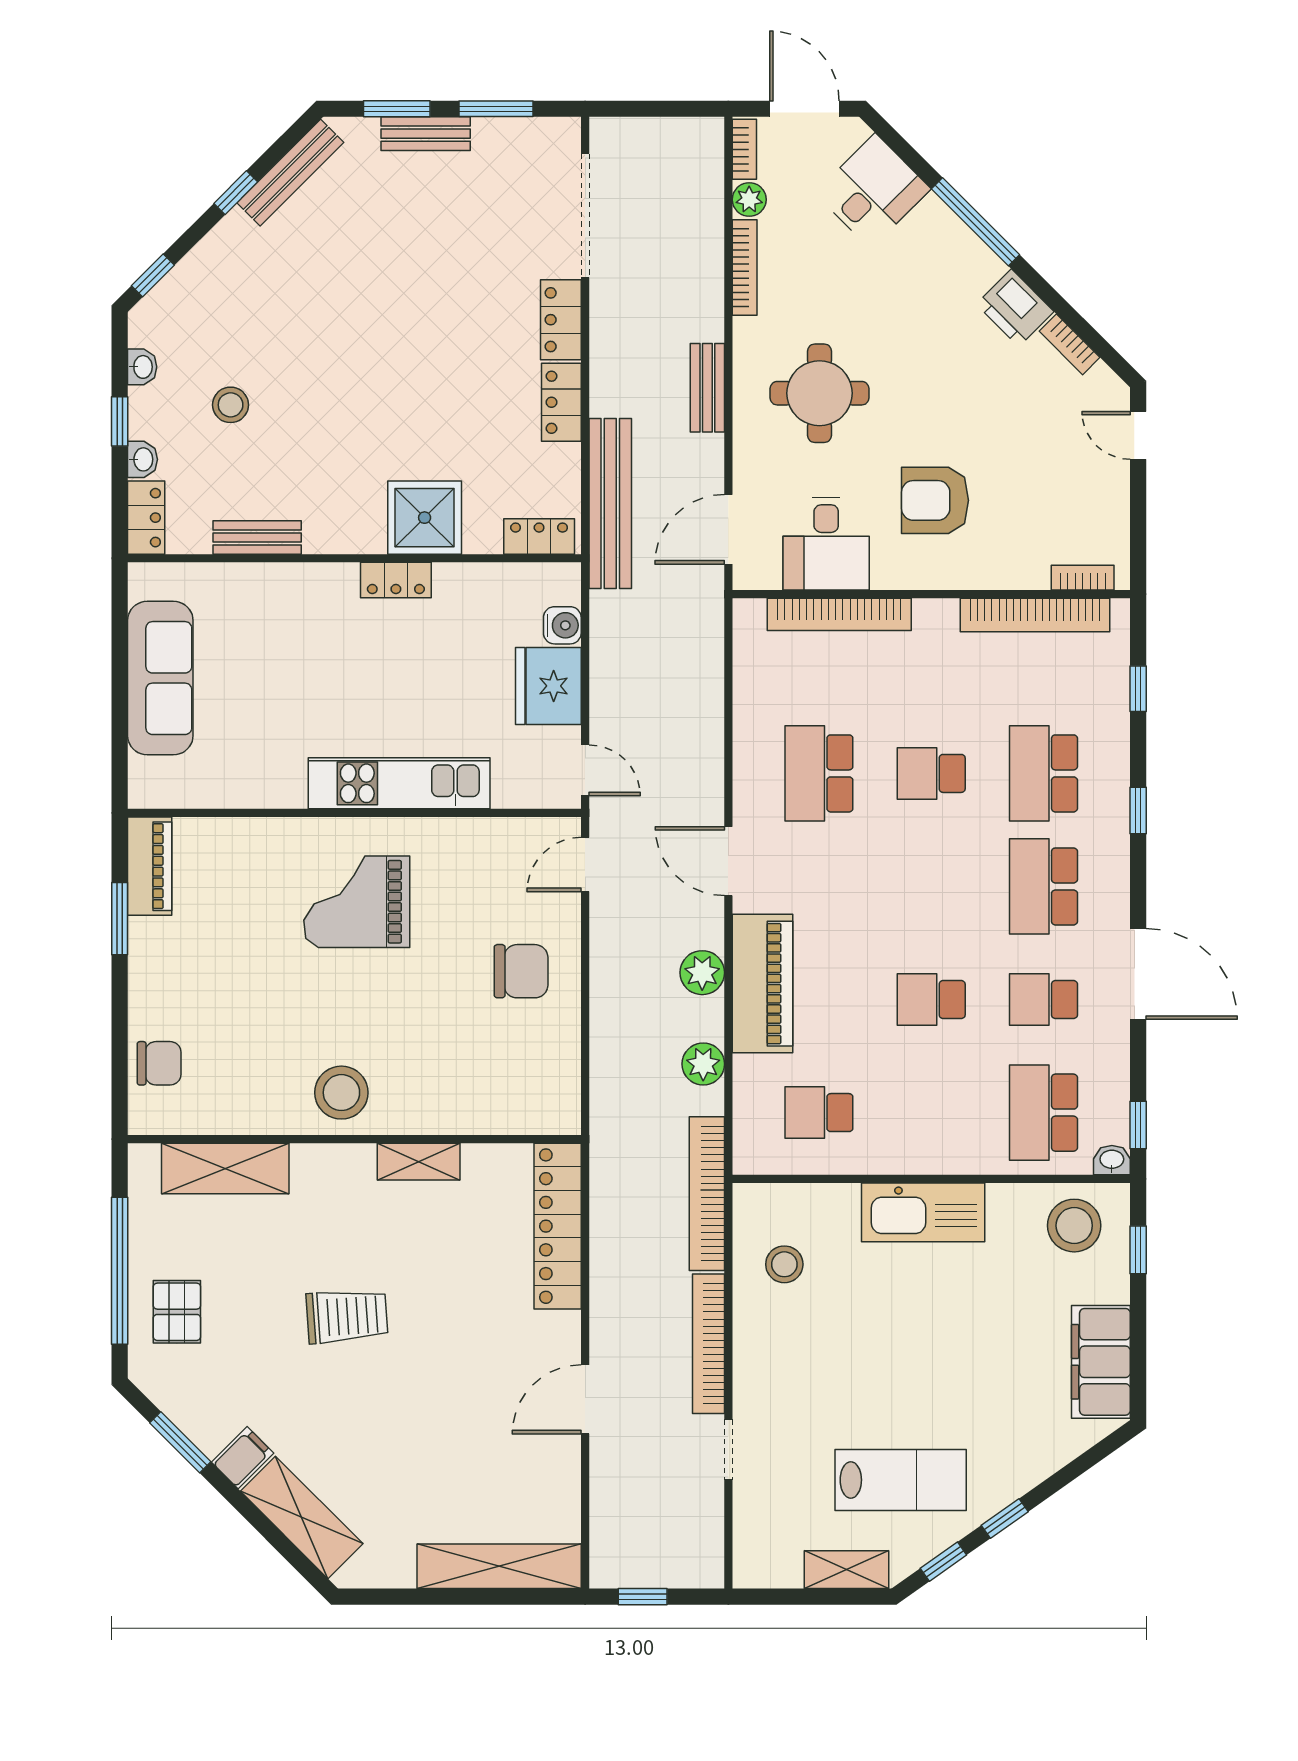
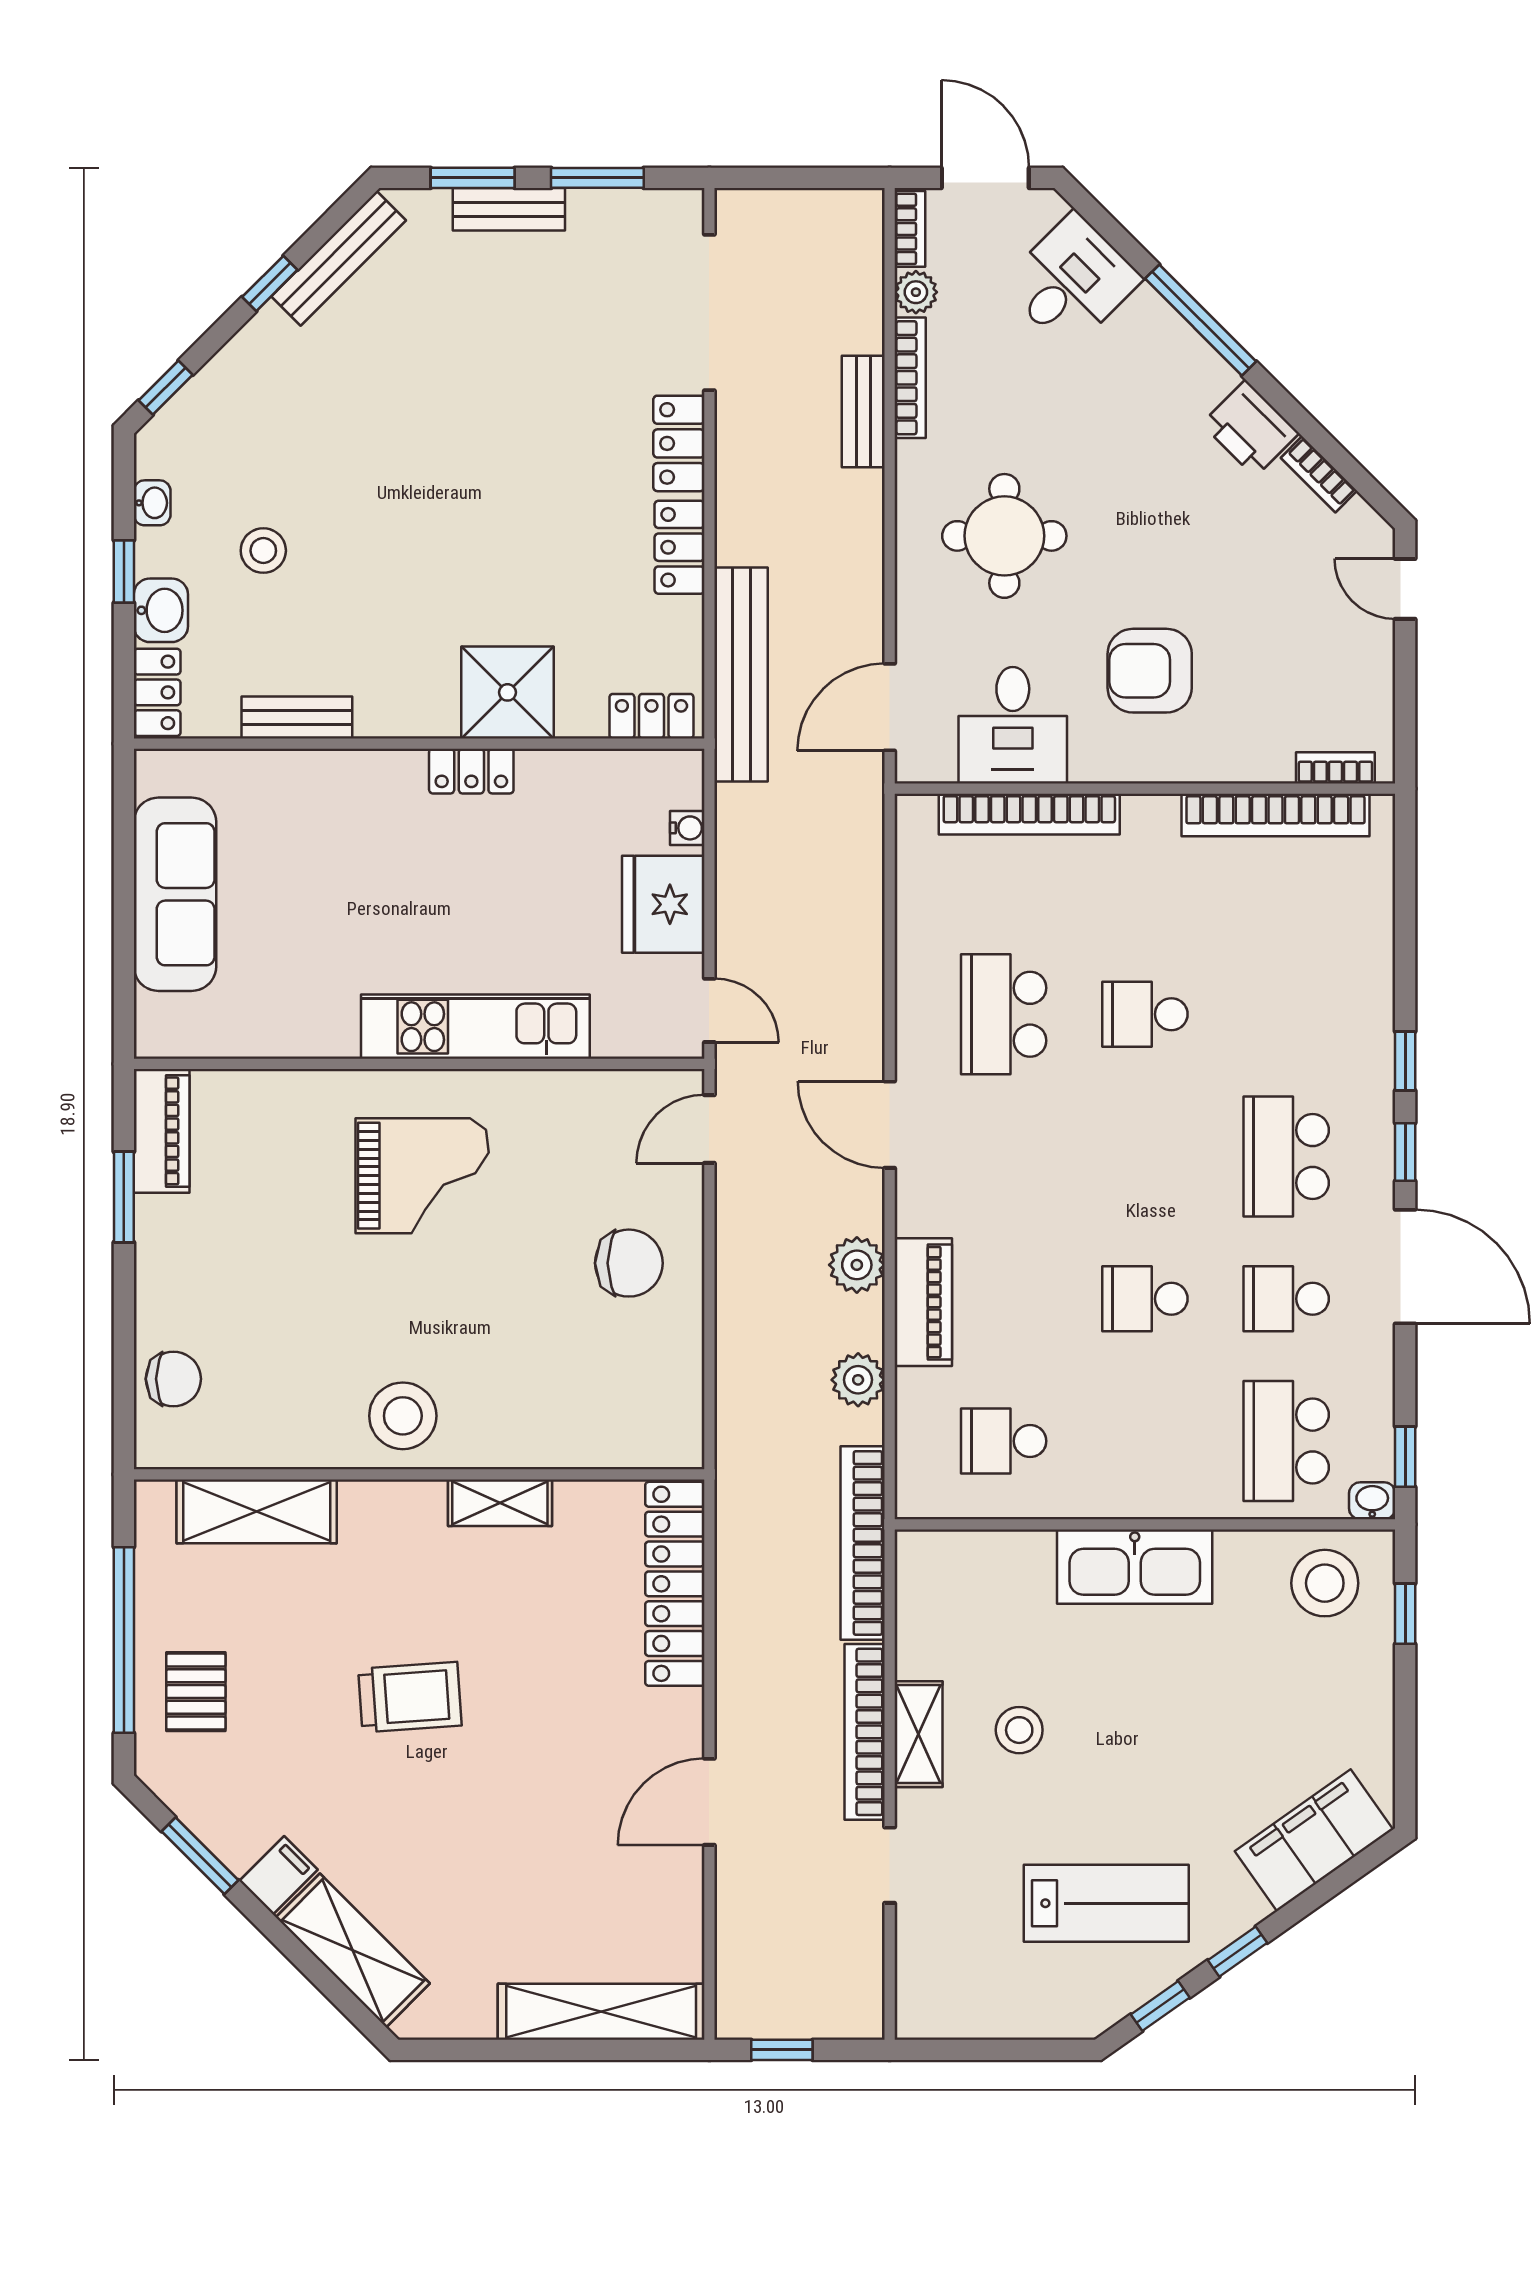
bench: (707, 388) -> (863, 412), moved
washbasin: (142, 459) -> (161, 610), width x1.38, depth x1.45
water cooler: (562, 625) -> (687, 828), width x0.72, depth x0.72
window: (1138, 689) -> (1405, 1152), moved
school desk: (1044, 773) -> (1286, 1014), removed
grand piano: (357, 902) -> (422, 1176), turned 180
piano: (762, 984) -> (923, 1302), width x0.73, depth x0.75
stool: (784, 1264) -> (1019, 1730), moved
filing cabinet: (1101, 1362) -> (1314, 1840), moved, turned 55
shelving: (847, 1570) -> (919, 1734), moved, turned 90

